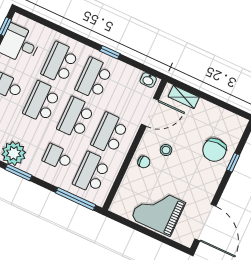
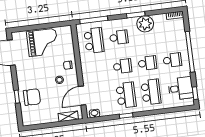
school desk: (42, 102) -> (147, 63), width x0.54
school desk: (76, 118) -> (122, 66), width x0.54
school desk: (110, 133) -> (98, 69), removed
chair: (214, 150) -> (32, 97), turned 90

